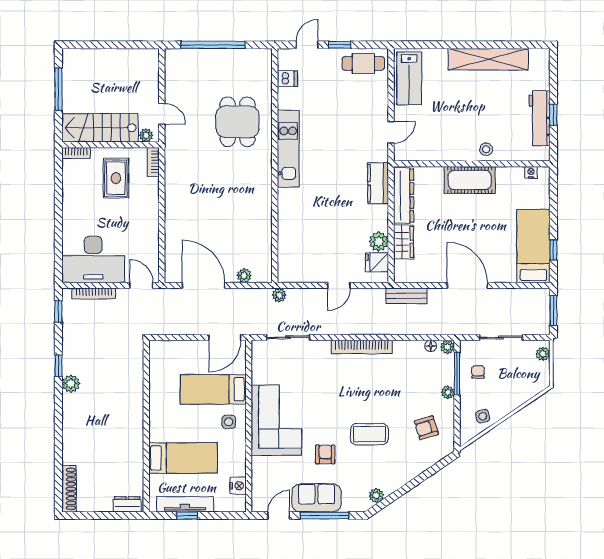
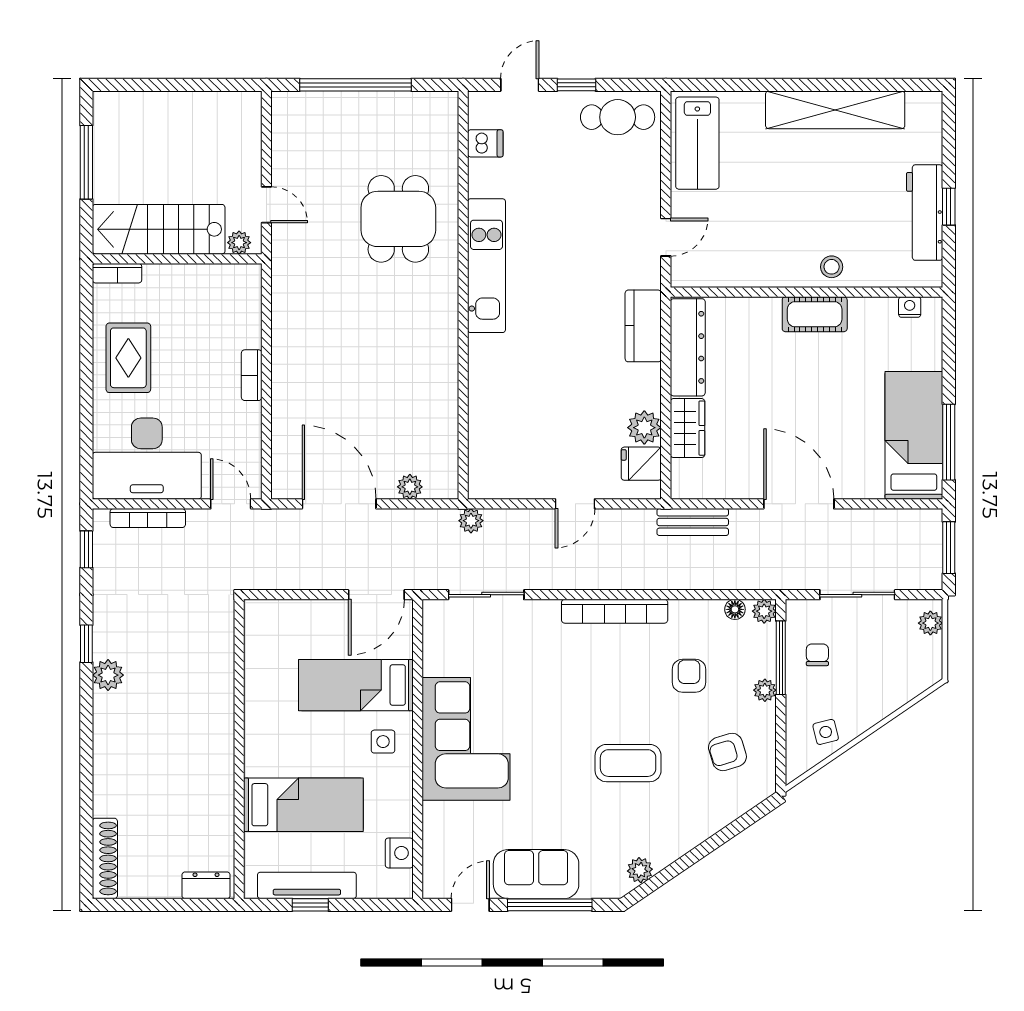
bookcase: (153, 162) -> (252, 375), moved
rug: (116, 178) -> (128, 358), moved
cot: (470, 180) -> (815, 314), width x0.73, depth x0.75
window: (553, 250) -> (949, 442), width x2.17
armchair: (325, 454) -> (689, 676), moved

